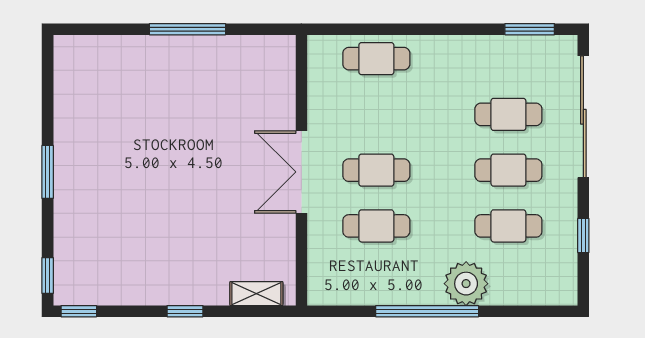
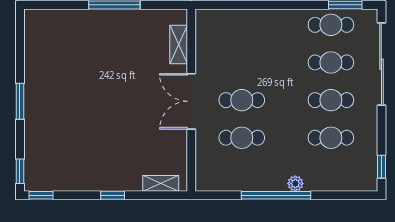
cafe table: (376, 59) -> (331, 25), moved
shelving: (283, 88) -> (179, 45), added
window: (583, 236) -> (381, 167), moved
plant: (466, 284) -> (295, 184), width x0.53, depth x0.53

